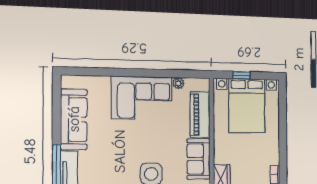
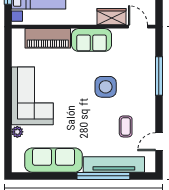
plant: (178, 83) -> (17, 132), moved

